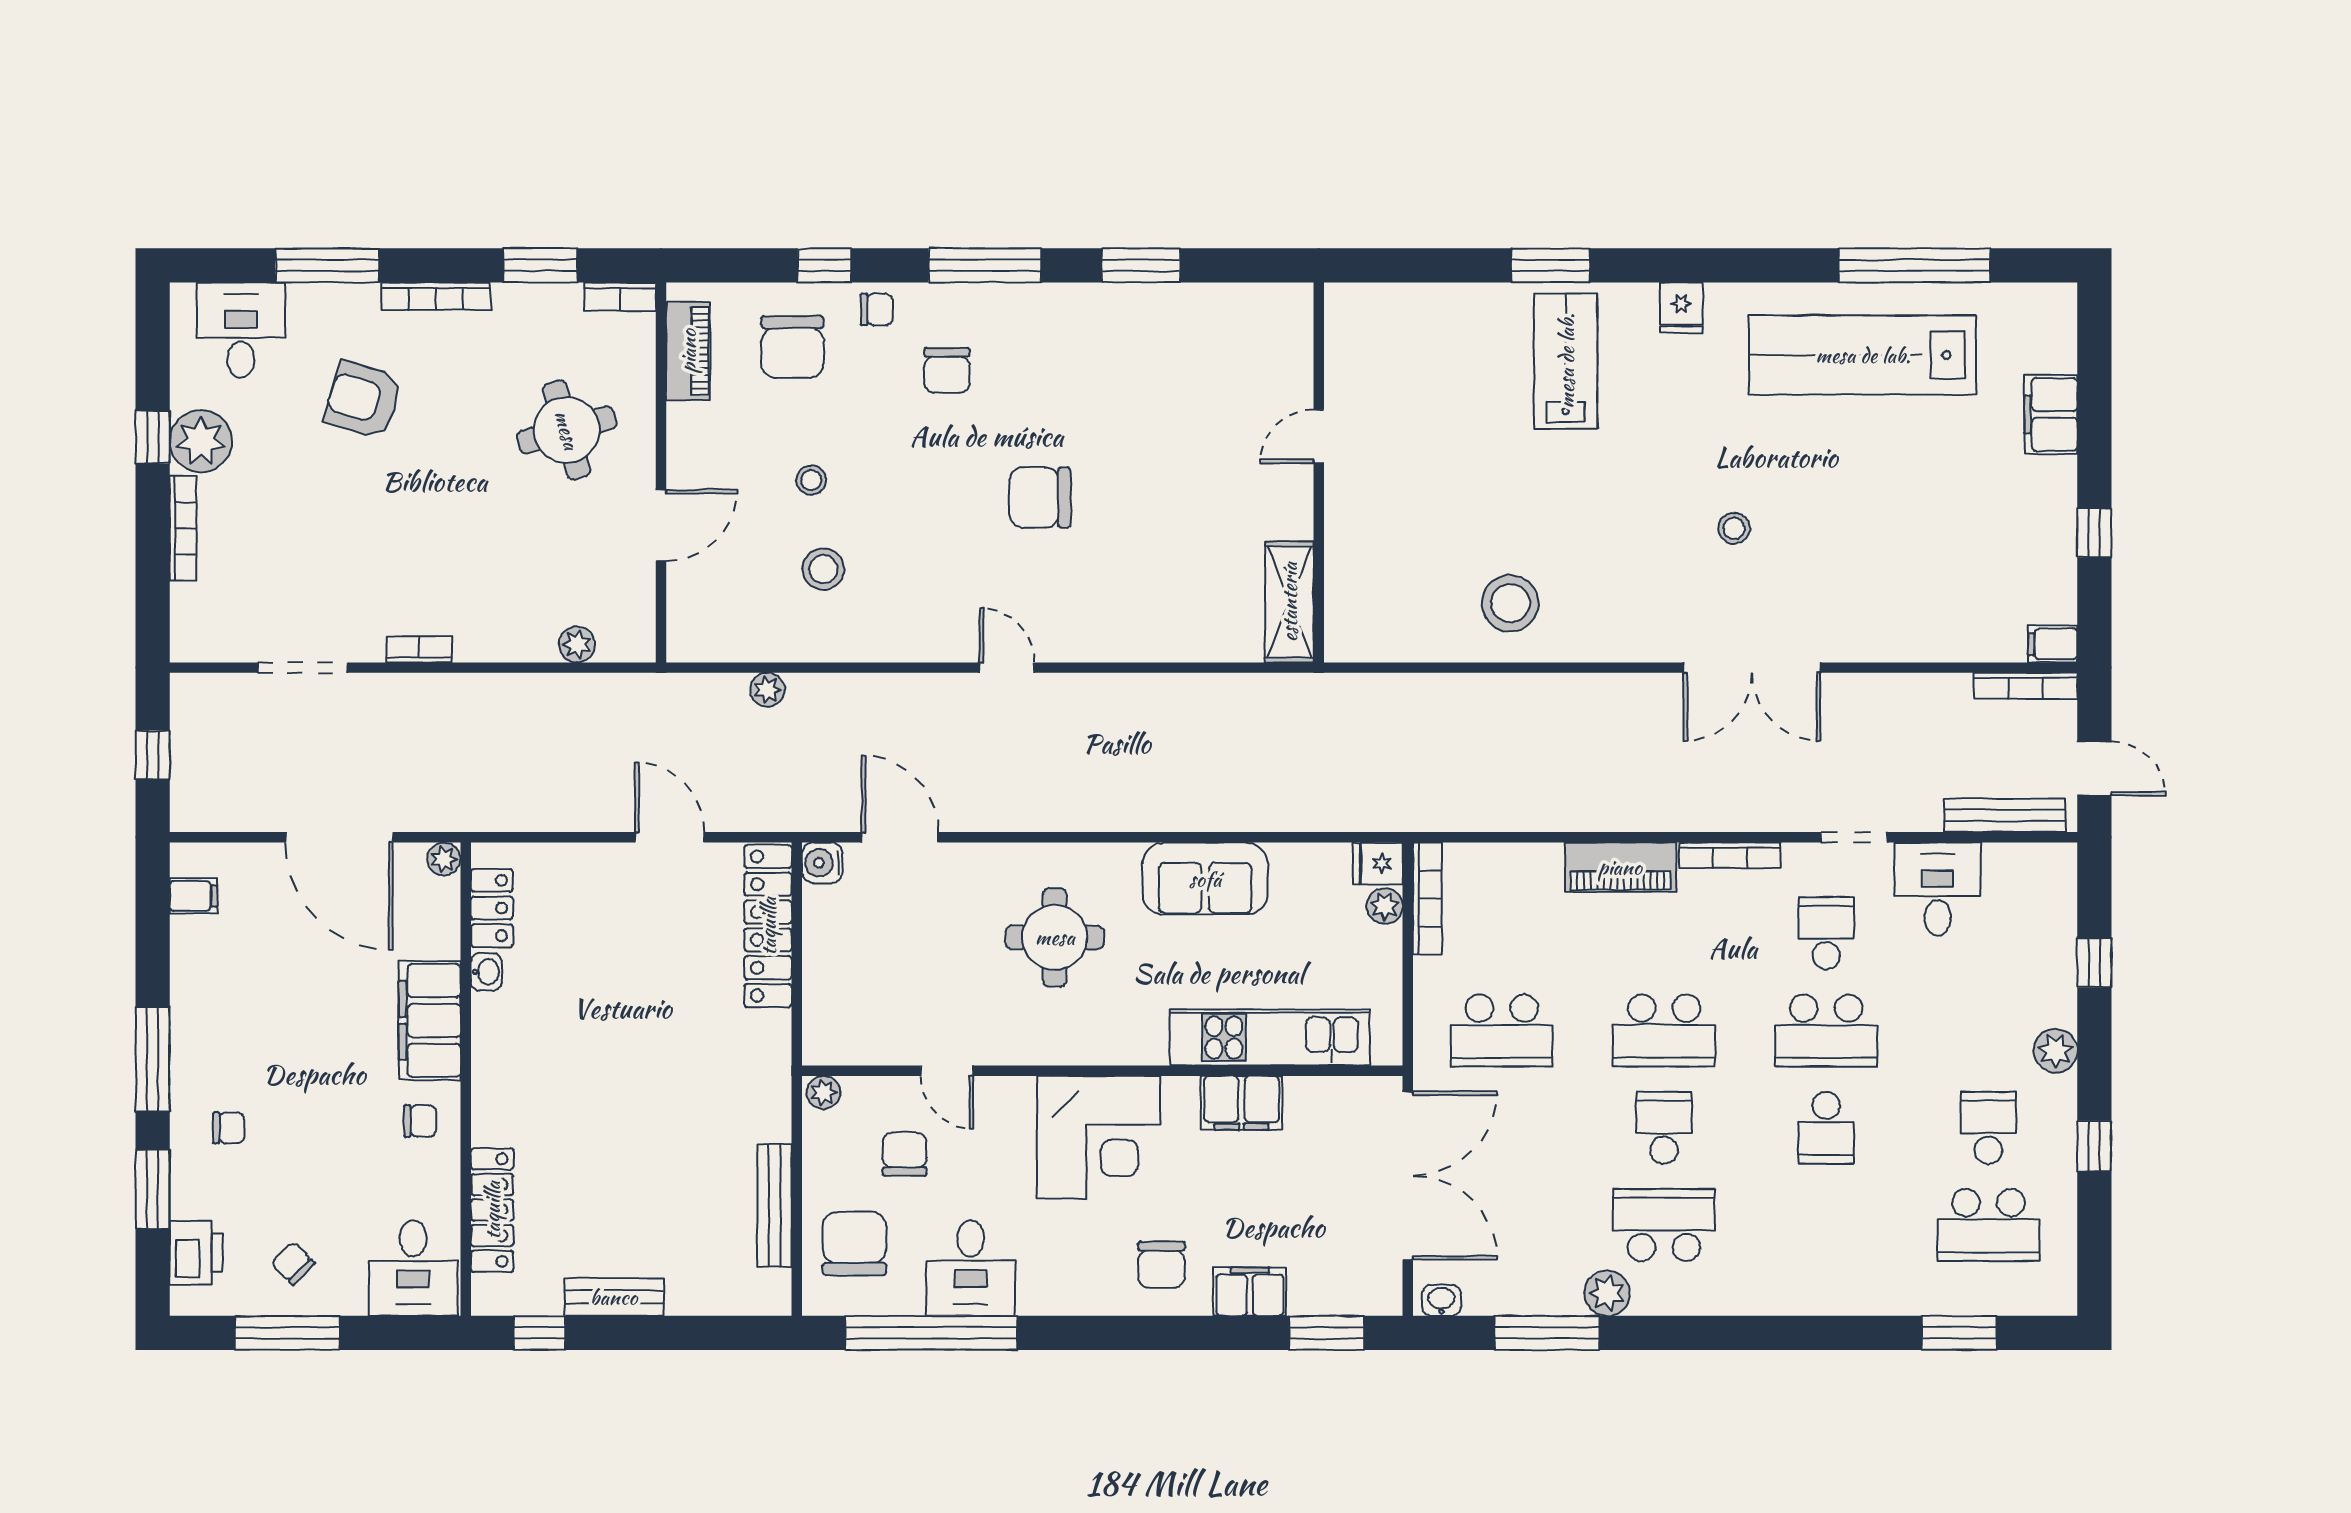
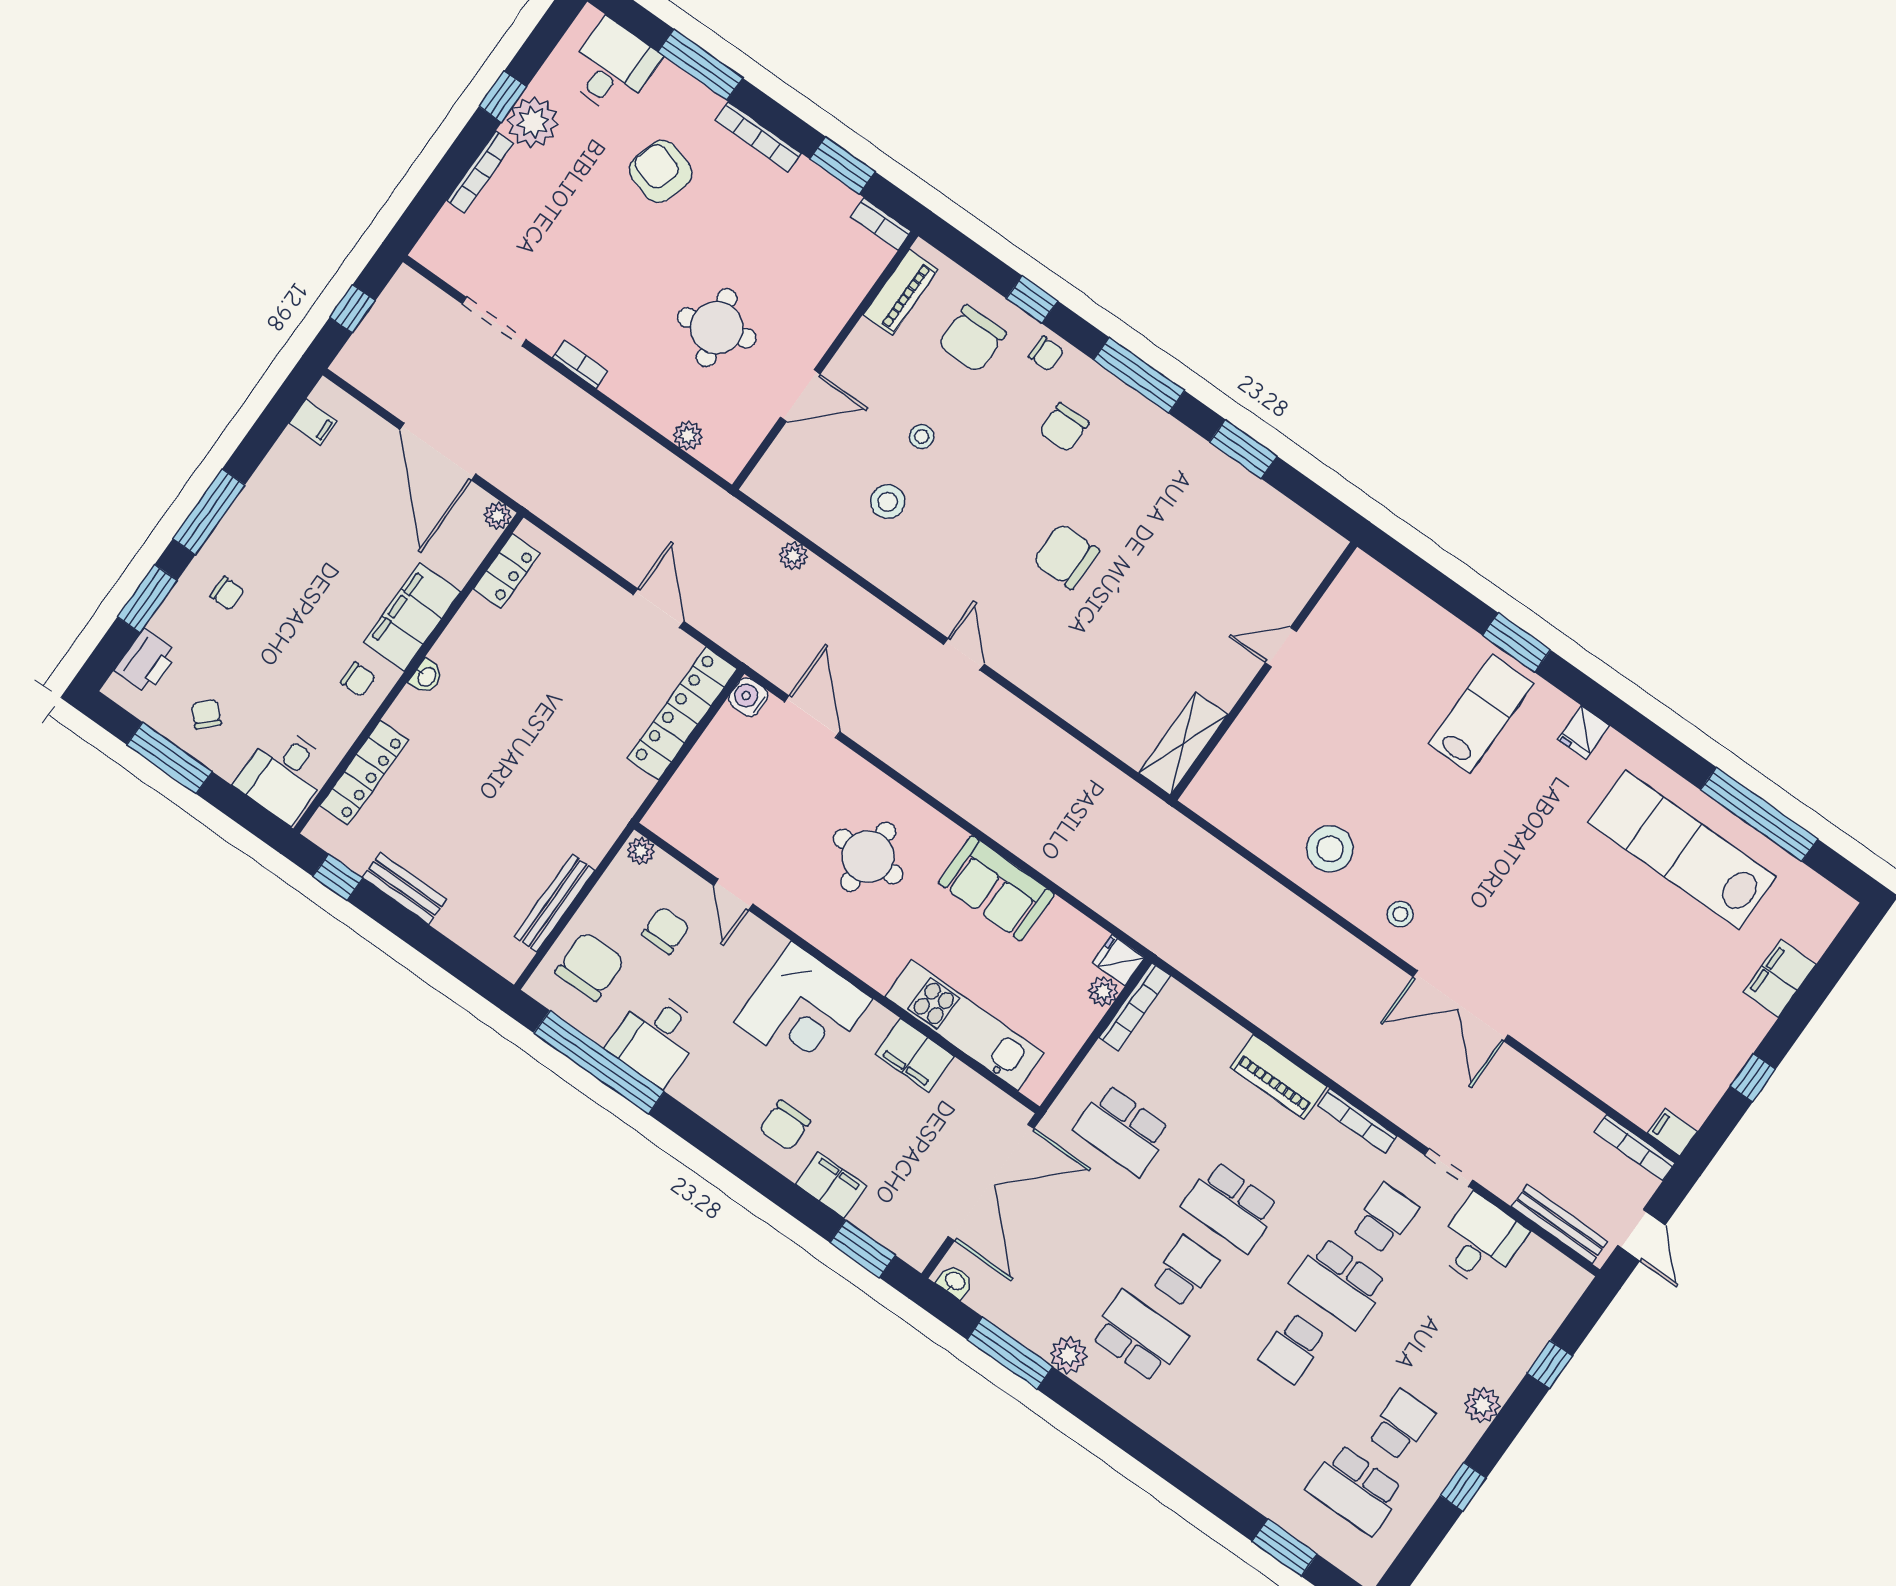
round table: (567, 430) -> (717, 328), moved
stool: (1734, 528) -> (1400, 914), moved
washbasin: (486, 972) -> (426, 677), moved

